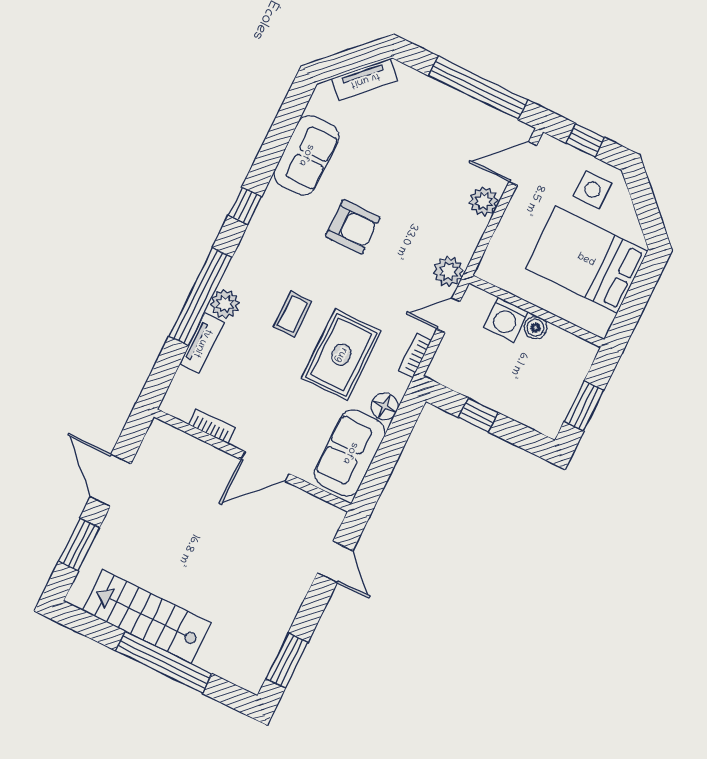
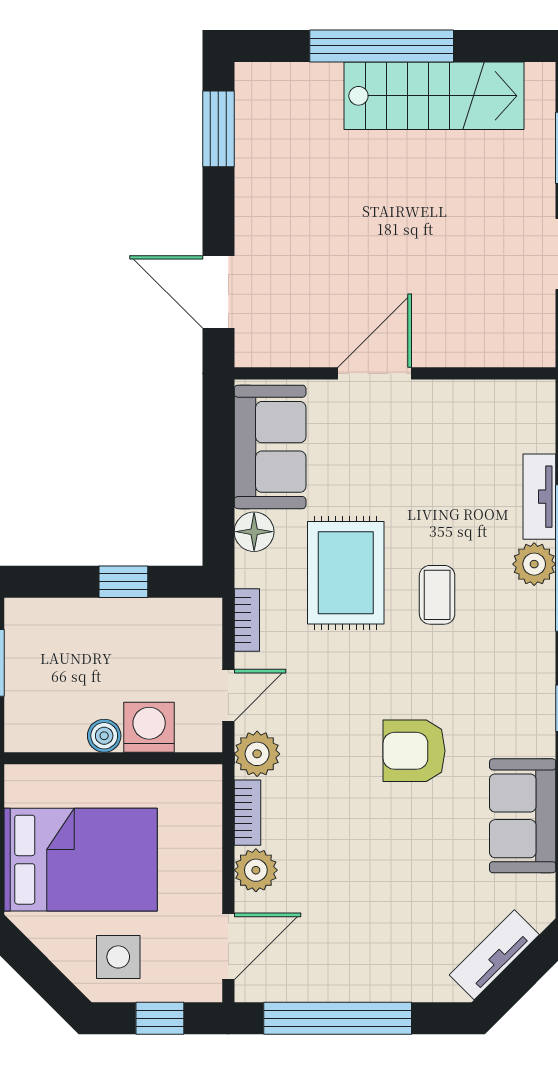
bookcase: (212, 426) -> (247, 813), moved, turned -90
door: (335, 562) -> (218, 292), width x1.38

